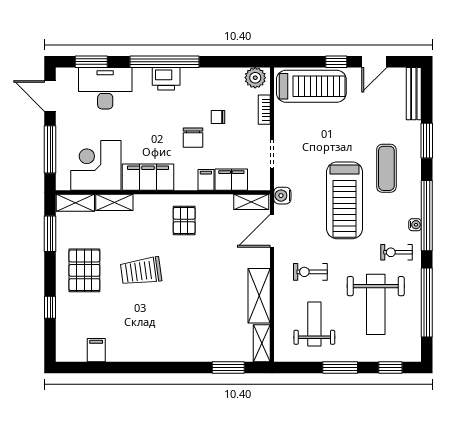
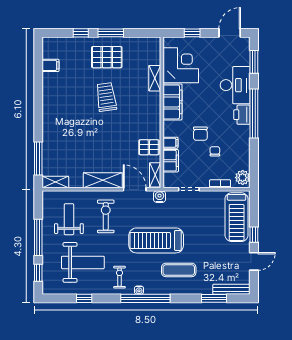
door: (374, 62) -> (254, 261), swing flipped
desk: (105, 88) -> (235, 85), moved
chair: (193, 138) -> (200, 134), turned -90
window: (427, 141) -> (214, 298), moved
window: (50, 149) -> (192, 33), width x0.46
shelving: (75, 203) -> (154, 51), removed
pallet: (184, 221) -> (149, 147), moved
window: (50, 234) -> (111, 33), moved
exercise bike: (310, 272) -> (106, 216), width x1.38, depth x1.39
shelving: (259, 296) -> (103, 180), moved
window: (427, 303) -> (84, 298), width x0.32
weight bench: (376, 304) -> (83, 262), turned 180
weight bench: (314, 324) -> (69, 219), turned -90
window: (228, 368) -> (38, 159), width x1.44
window: (340, 368) -> (38, 237), width x1.44

